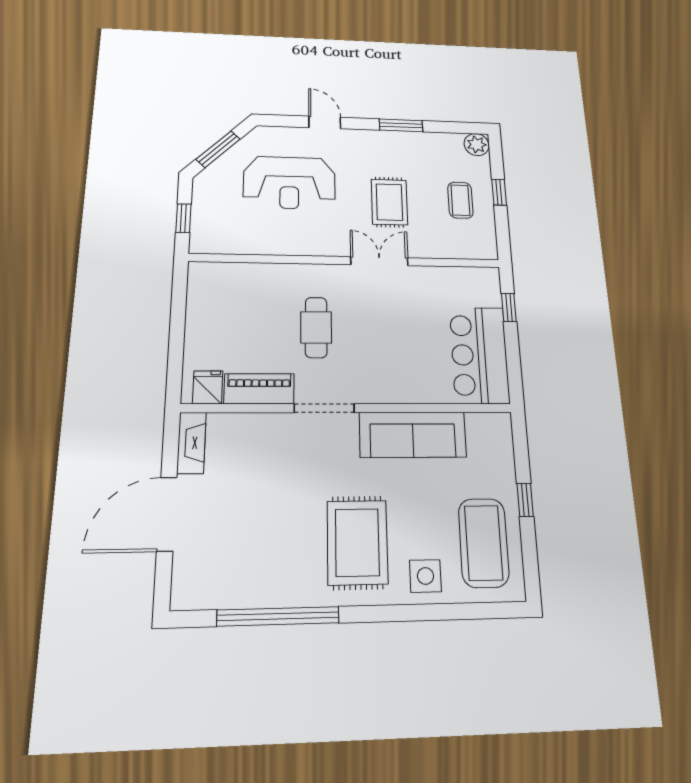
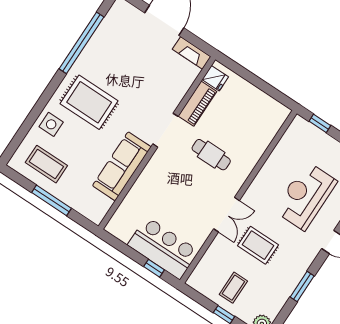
coffee table: (460, 200) -> (233, 288), turned 90
bar counter: (479, 355) -> (163, 248), moved
window: (525, 500) -> (52, 200), width x2.17
coffee table: (484, 543) -> (46, 164), width x0.73, depth x0.76

